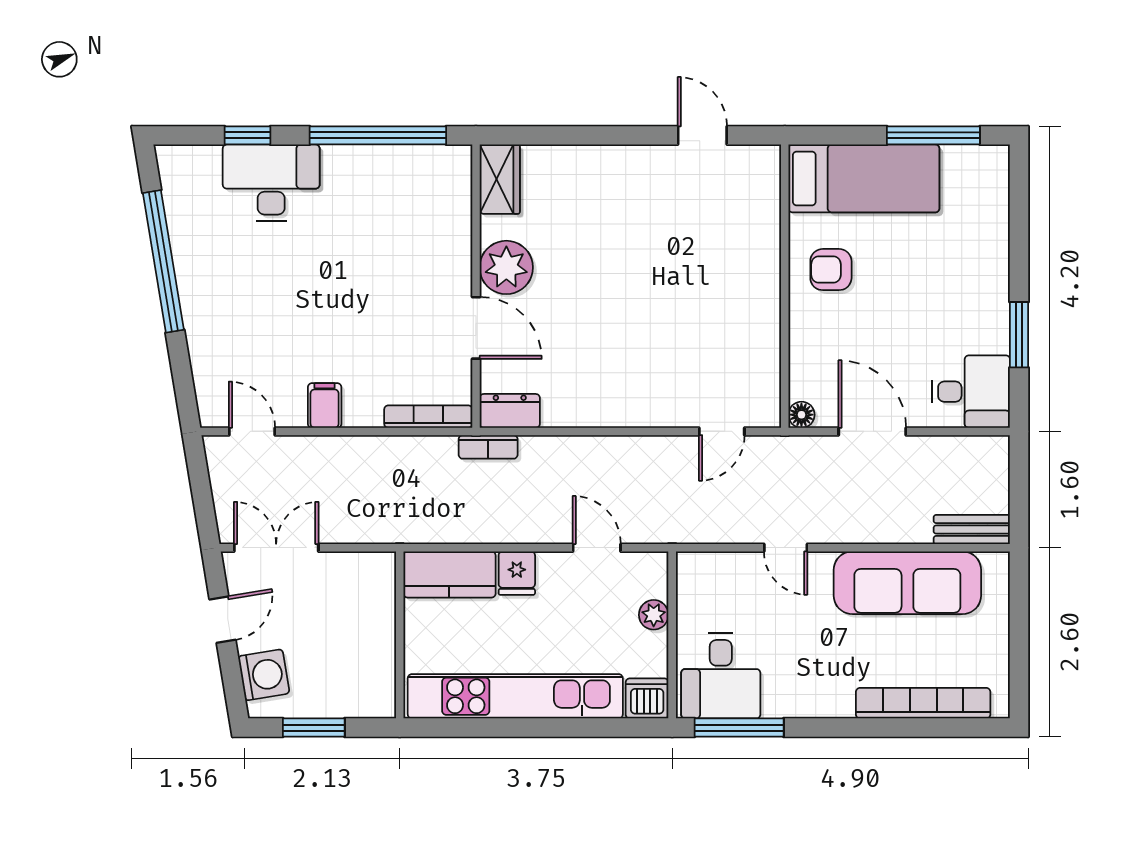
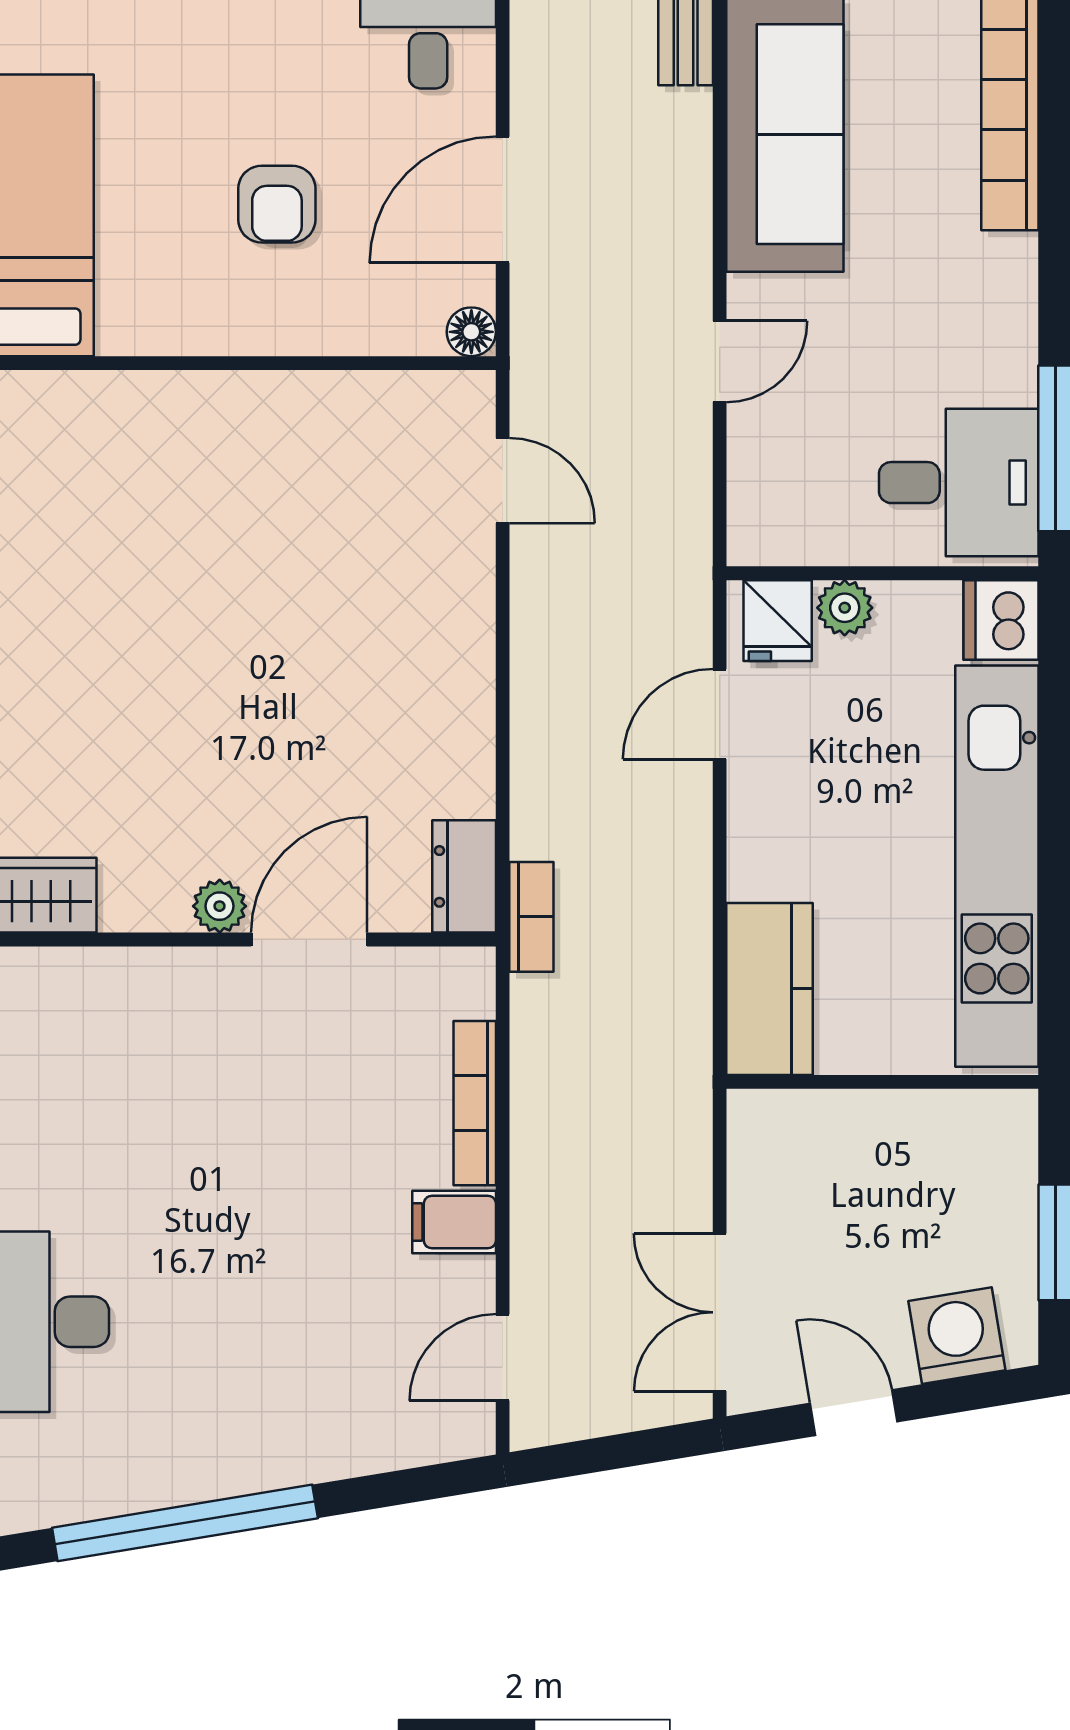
plant: (506, 267) -> (220, 906), width x0.53, depth x0.53
armchair: (831, 270) -> (277, 204), moved
bookcase: (428, 417) -> (475, 1103), moved
fridge: (517, 573) -> (778, 621), moved, turned 90

